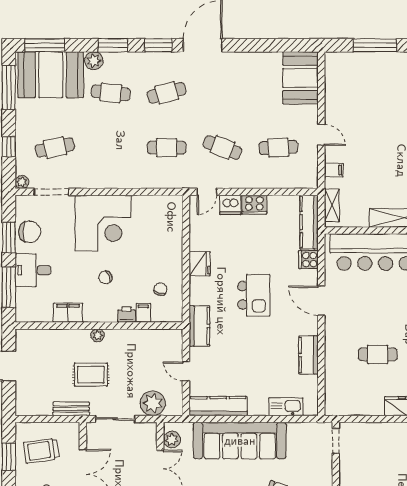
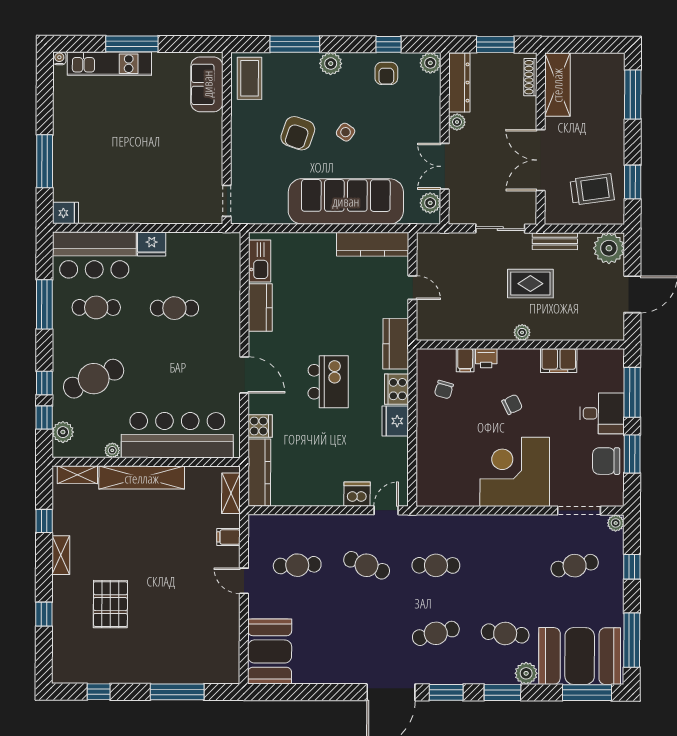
cooker: (254, 205) -> (396, 389), moved, turned -90
kitchen island: (254, 295) -> (328, 382), turned 180
plant: (153, 403) -> (609, 248), moved
kitchen sink: (286, 407) -> (260, 261), moved, turned -90

